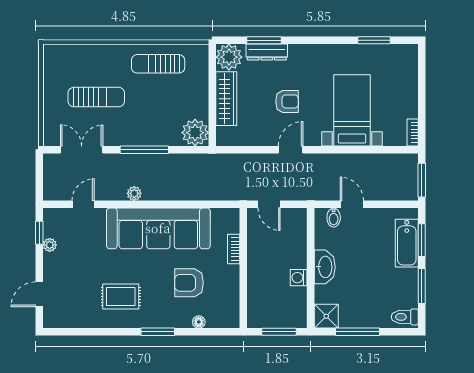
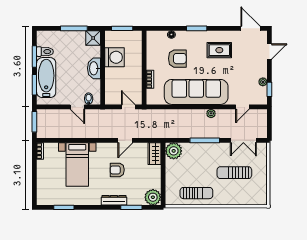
dresser: (267, 52) -> (114, 200), moved
wardrobe: (226, 99) -> (154, 154), moved, width x0.67
door: (291, 150) -> (125, 140), moved
bathtub: (407, 243) -> (46, 78), width x1.36, depth x1.36
washing machine: (299, 278) -> (115, 57), width x1.89, depth x1.89
toilet: (405, 317) -> (45, 52), moved
door: (70, 332) -> (250, 28), added

